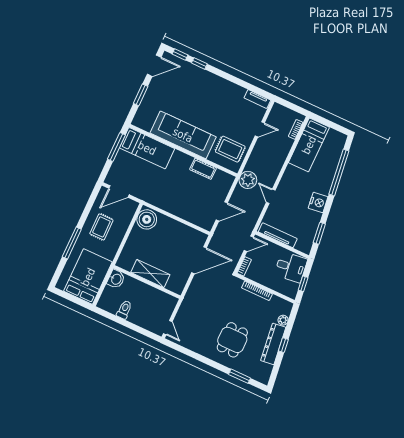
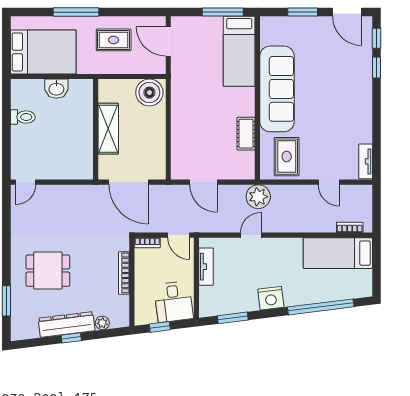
tv unit: (278, 235) -> (206, 267), width x0.71
shelving: (150, 274) -> (108, 129), moved
wall: (147, 282) -> (96, 129), moved

